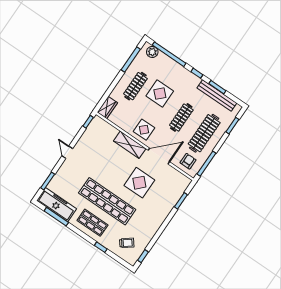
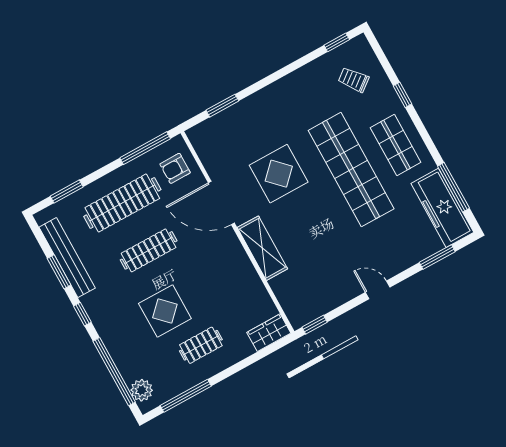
clothes rail: (135, 86) -> (201, 345), width x0.73
display table: (144, 130) -> (224, 262), removed
door: (67, 152) -> (378, 290), swing flipped

